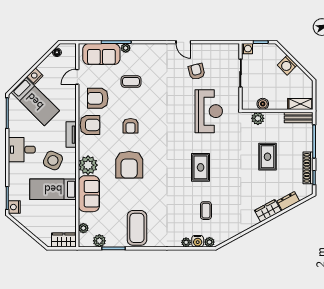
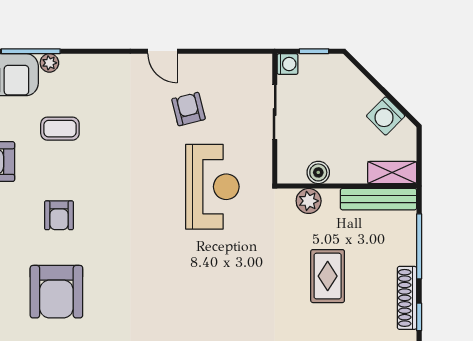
washing machine: (287, 65) -> (386, 116), moved
bench: (299, 117) -> (379, 199), width x1.36
rug: (201, 167) -> (196, 297), removed

